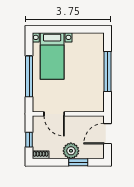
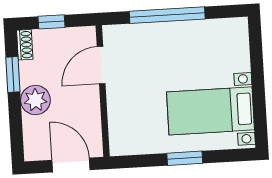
bed with nightstands: (52, 56) -> (211, 111), moved
window: (107, 72) -> (185, 158), width x0.47
window: (78, 162) -> (13, 74), moved

